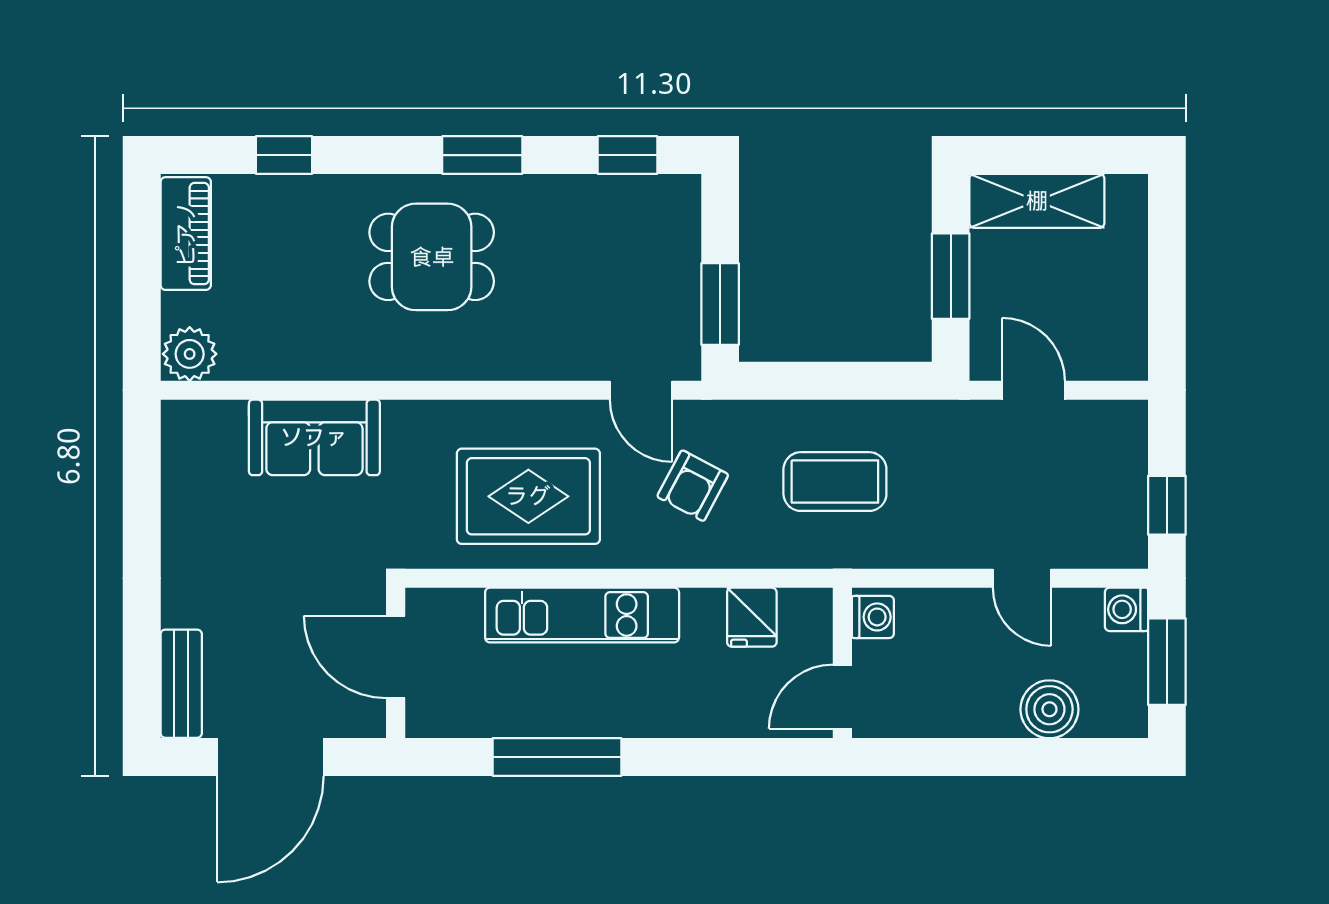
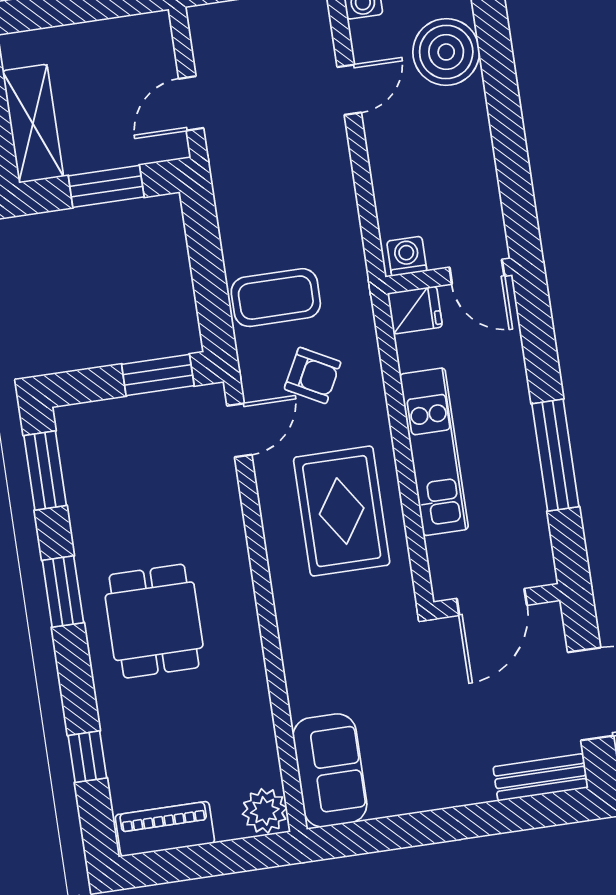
window: (627, 155) -> (45, 470), width x1.50
sofa: (314, 437) -> (330, 770), moved
coffee table: (835, 482) -> (276, 298), moved, turned 90
washing machine: (873, 617) -> (407, 256), moved
wall: (842, 663) -> (449, 276), moved
door: (842, 697) -> (477, 272), moved
boiler: (1049, 709) -> (446, 52), width x1.37, depth x1.37

